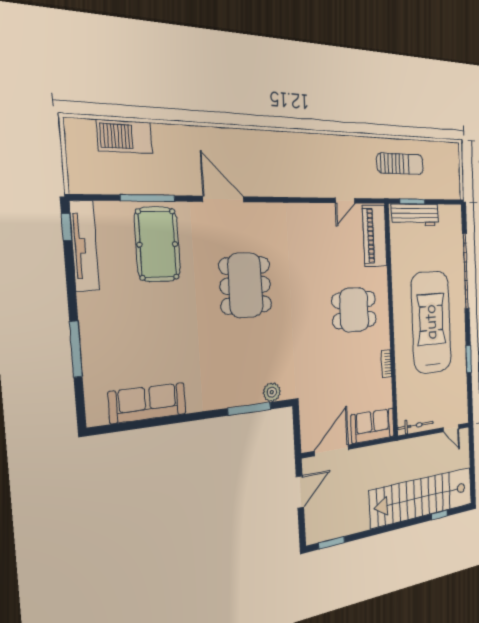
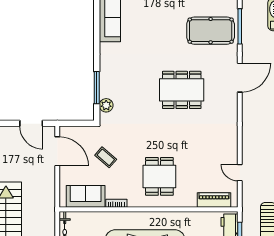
piano: (375, 236) -> (214, 200), width x0.73, depth x0.75
coffee table: (336, 384) -> (106, 157), added
sofa: (373, 426) -> (86, 196), moved, turned -90

